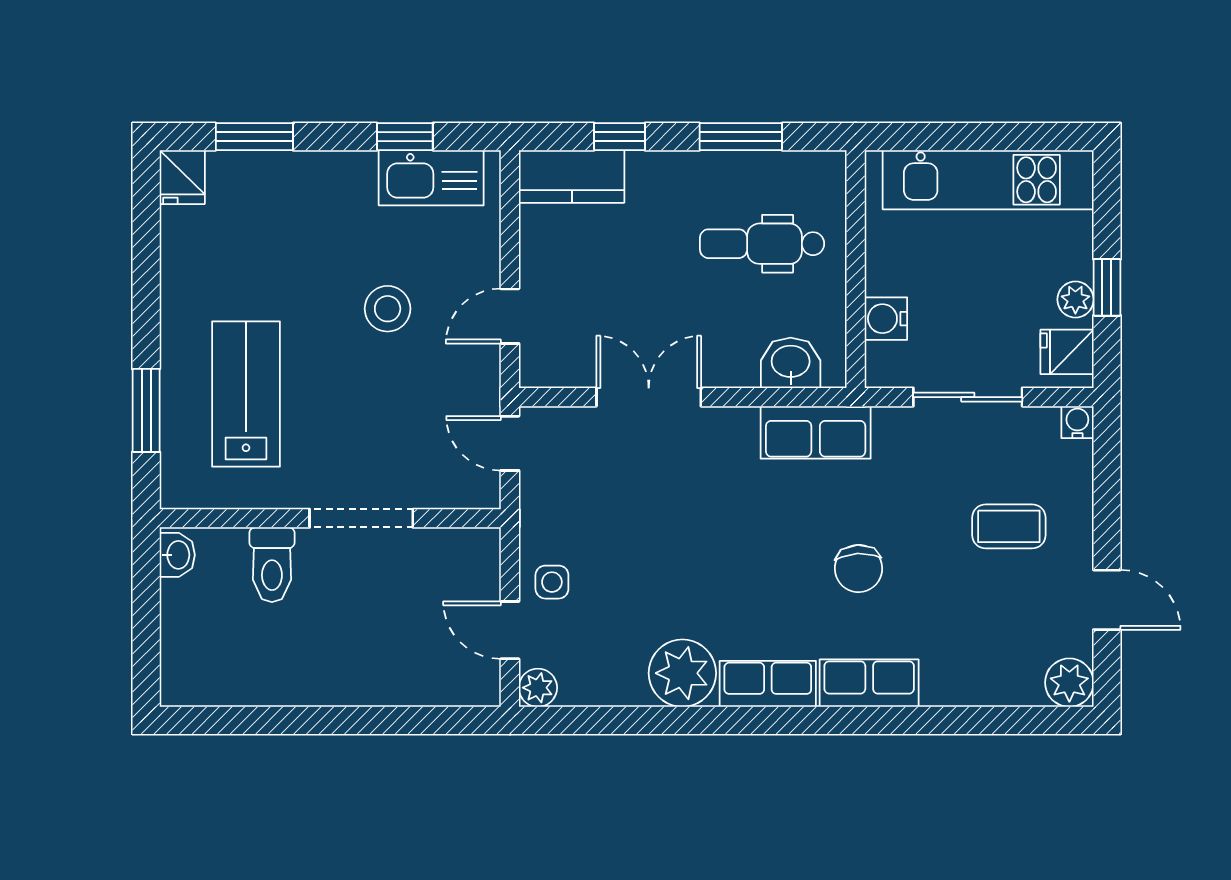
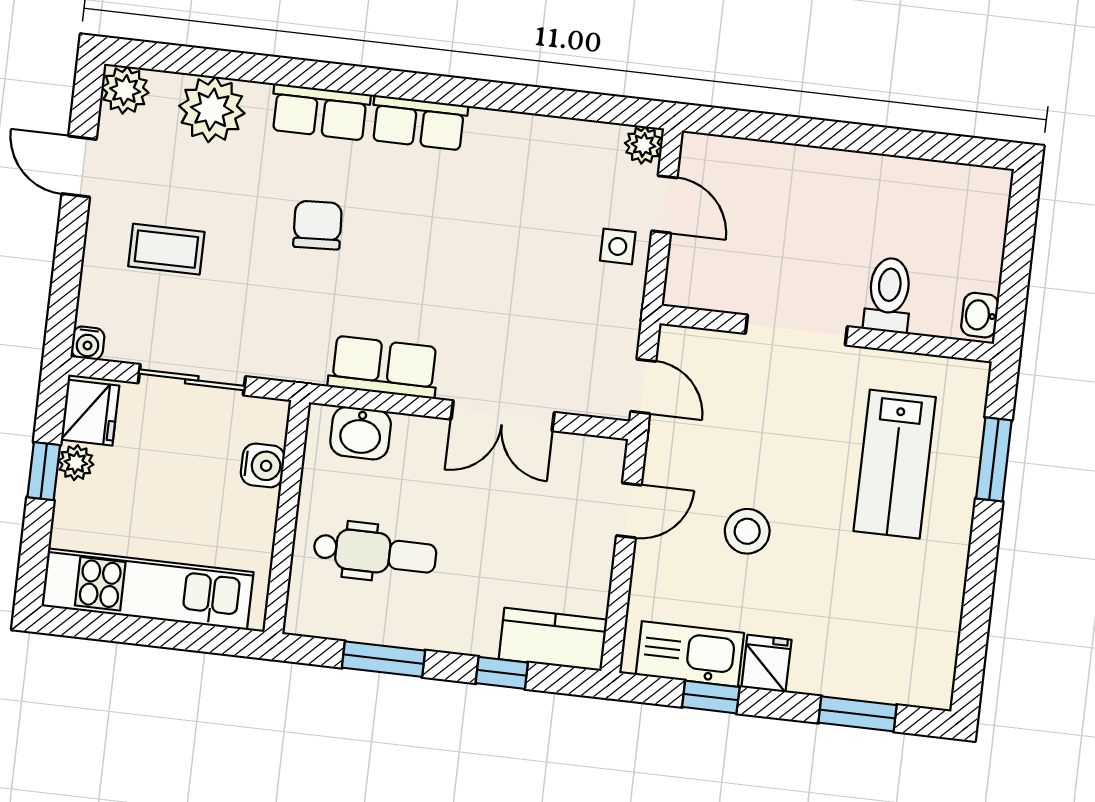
fridge: (182, 177) -> (766, 663), moved
fridge: (1067, 352) -> (90, 413), width x1.38
row of seats: (816, 432) -> (384, 367), moved
plant: (682, 673) -> (212, 109), moved

